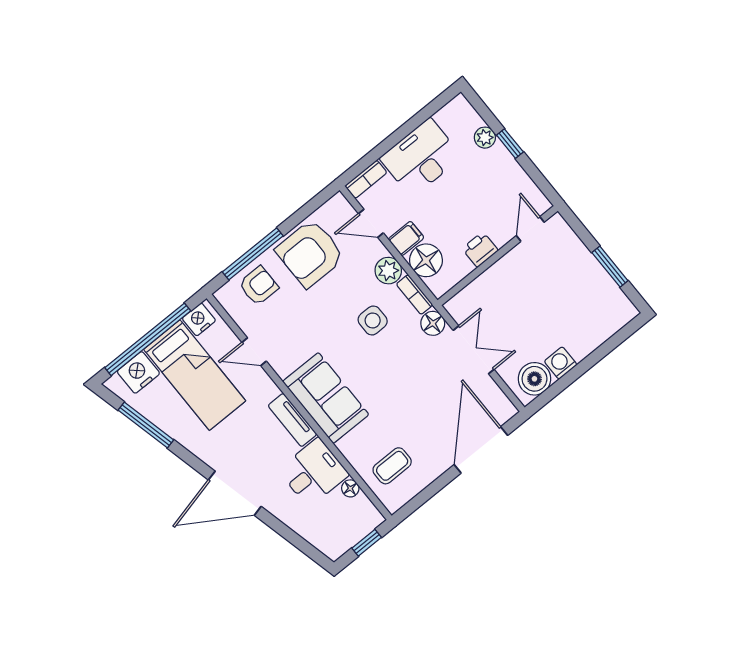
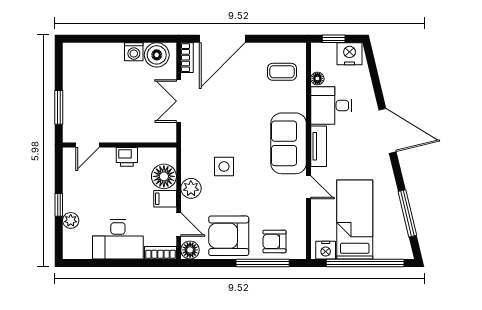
armchair: (310, 253) -> (229, 236), turned 180
window: (610, 267) -> (59, 107), moved
bookcase: (415, 295) -> (187, 58), moved
floor lamp: (433, 323) -> (190, 250), moved
door: (254, 352) -> (309, 187), moved
nightstand: (138, 372) -> (350, 54), moved, turned 180

